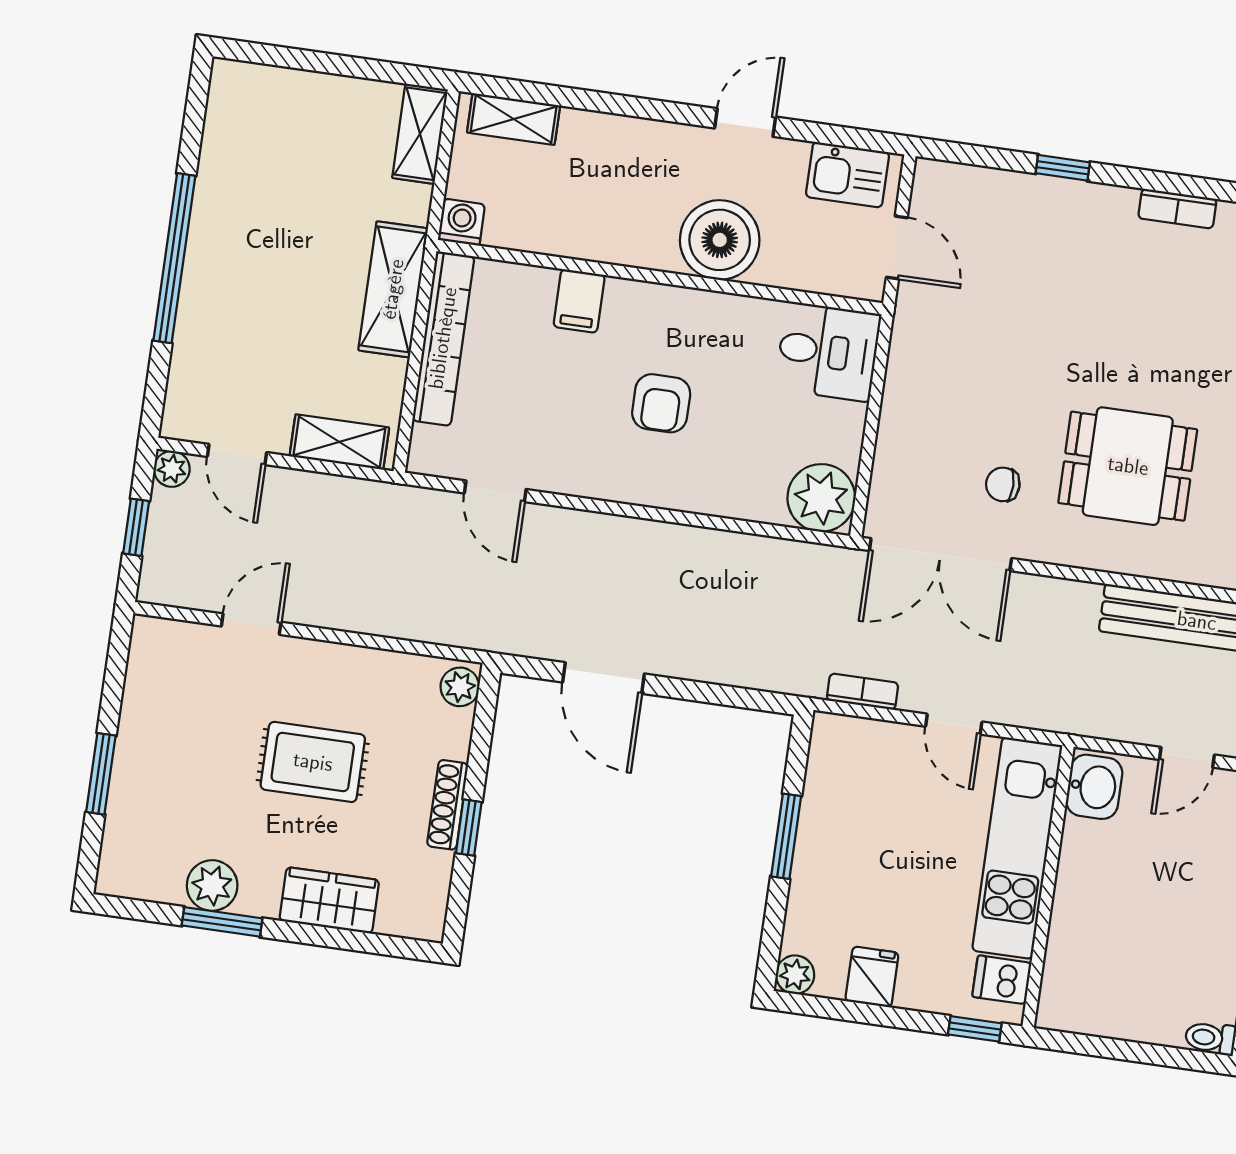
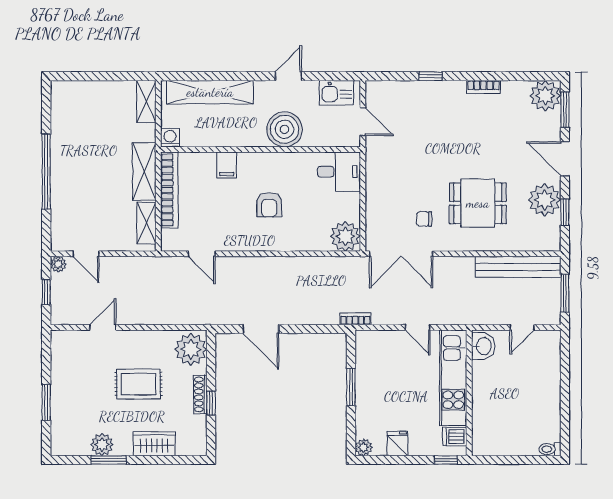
shelving: (514, 119) -> (210, 92), width x2.20, depth x1.33
shelving: (339, 442) -> (146, 223), moved, turned 90
plant: (460, 687) -> (191, 349), width x1.88, depth x1.88
bookcase: (862, 692) -> (355, 319), moved

